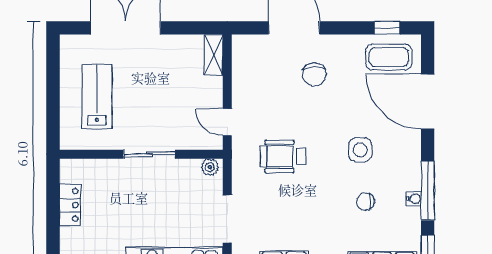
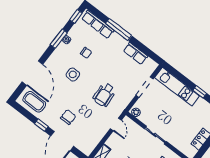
window: (387, 28) -> (41, 125), moved
wheelchair: (283, 156) -> (104, 95), turned 86
window: (428, 191) -> (59, 39), width x0.69

